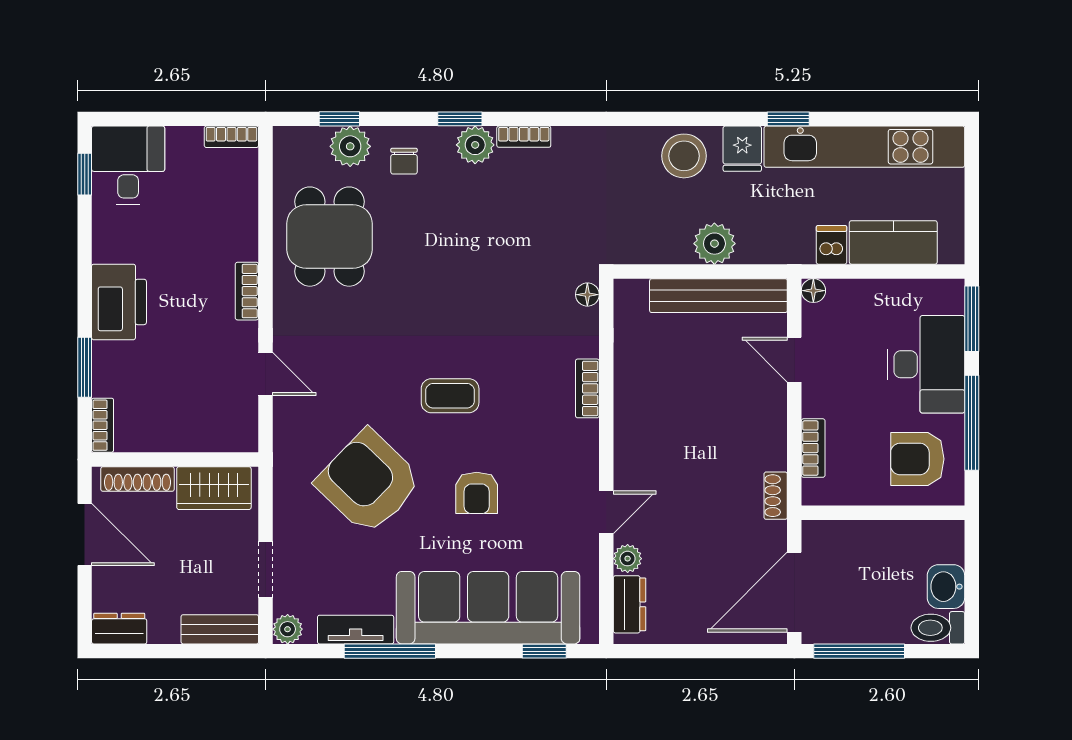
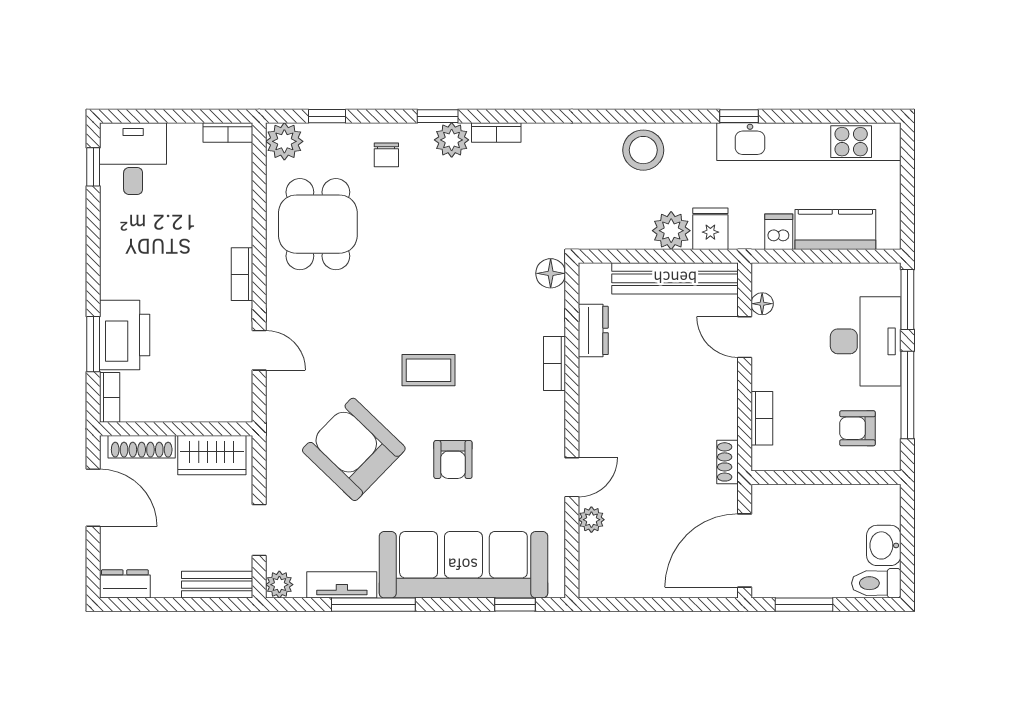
plant: (350, 146) -> (284, 141), moved
fridge: (742, 149) -> (710, 229), moved, turned 180
floor lamp: (813, 291) -> (762, 304), moved
floor lamp: (587, 295) -> (551, 273), width x1.37, depth x1.37
printer: (119, 302) -> (125, 335), moved
armchair: (917, 459) -> (857, 428), width x0.72, depth x0.72
dresser: (630, 604) -> (593, 330), moved
window: (859, 651) -> (804, 605), width x0.69

